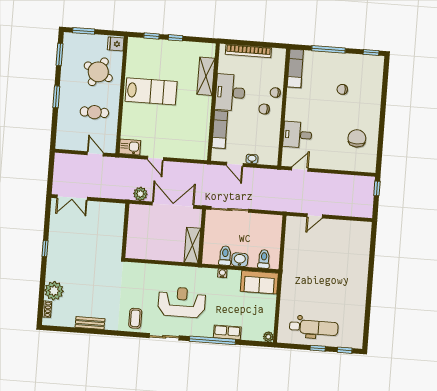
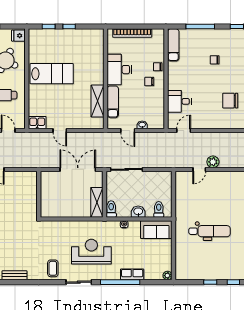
shelving: (206, 76) -> (98, 101), moved
chair: (357, 138) -> (230, 101), turned -90
plant: (140, 194) -> (213, 162), moved
toilet: (225, 256) -> (111, 209), moved
dental chair: (314, 327) -> (210, 231), moved

